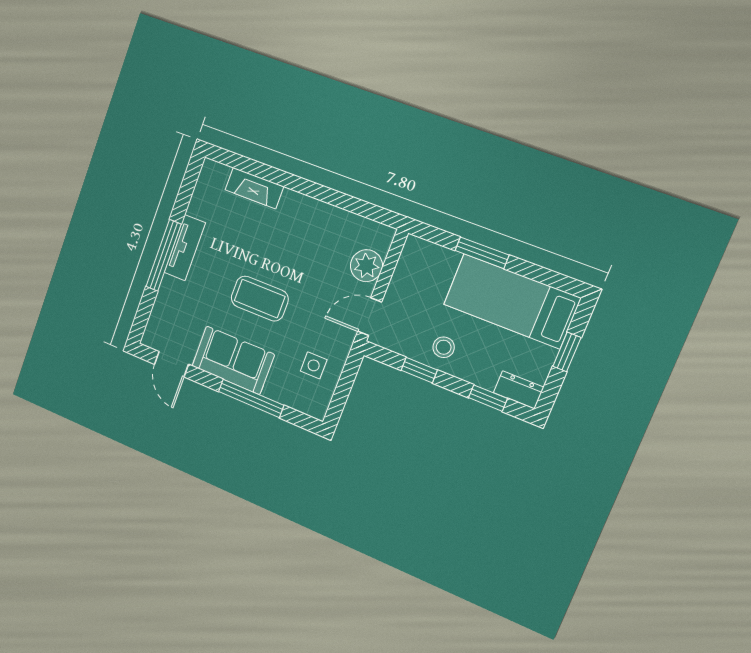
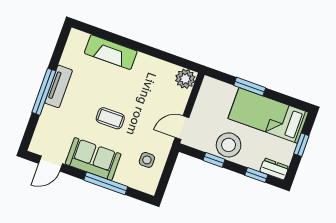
fireplace: (254, 188) -> (111, 52), width x1.37, depth x1.32
plant: (366, 266) -> (185, 79), moved
coffee table: (260, 299) -> (110, 118), width x0.73, depth x0.77
stool: (444, 347) -> (229, 145), width x1.89, depth x1.89
door: (172, 364) -> (50, 164), hinge flipped

